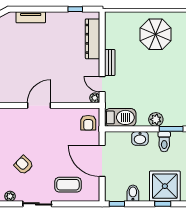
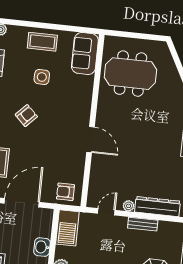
bench: (110, 63) -> (143, 224), moved
plant: (95, 98) -> (129, 206), moved

